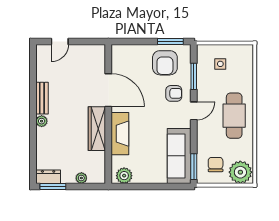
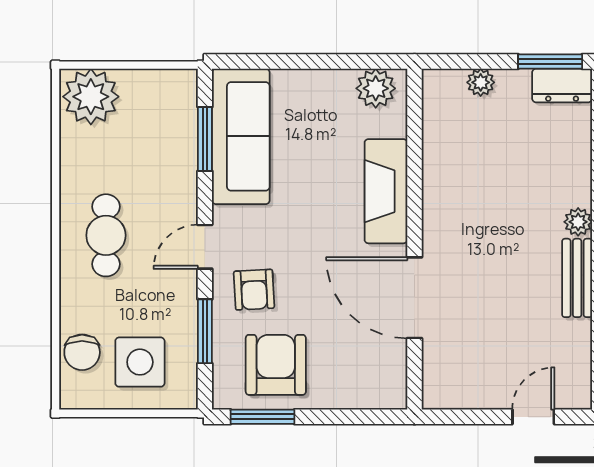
side table: (220, 64) -> (140, 362), width x1.87, depth x1.87
armchair: (174, 93) -> (254, 290), turned -93
cafe table: (234, 116) -> (106, 235), width x0.73, depth x0.74
wardrobe: (97, 129) -> (442, 203), removed
chair: (216, 165) -> (82, 352), moved
window: (194, 167) -> (205, 139), moved

